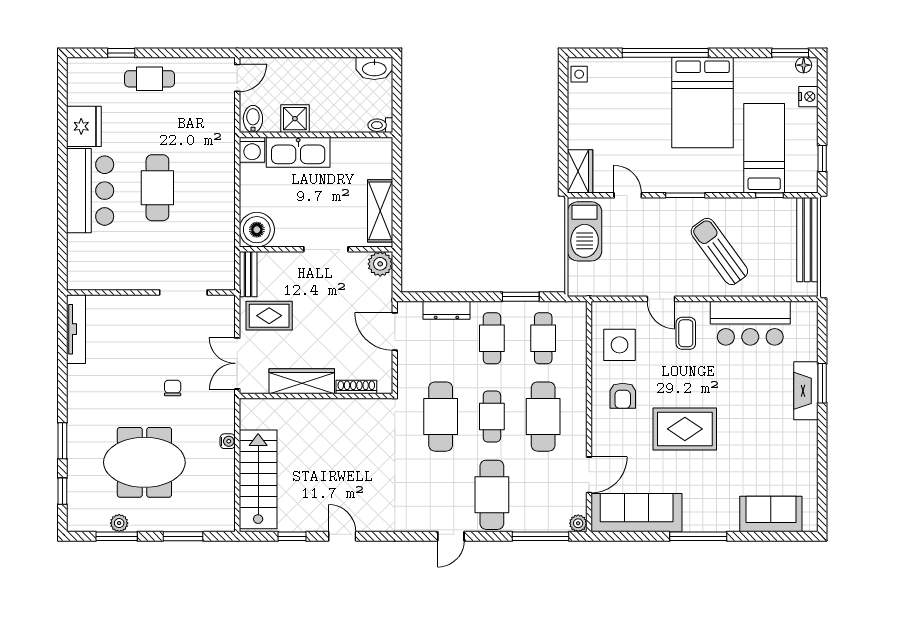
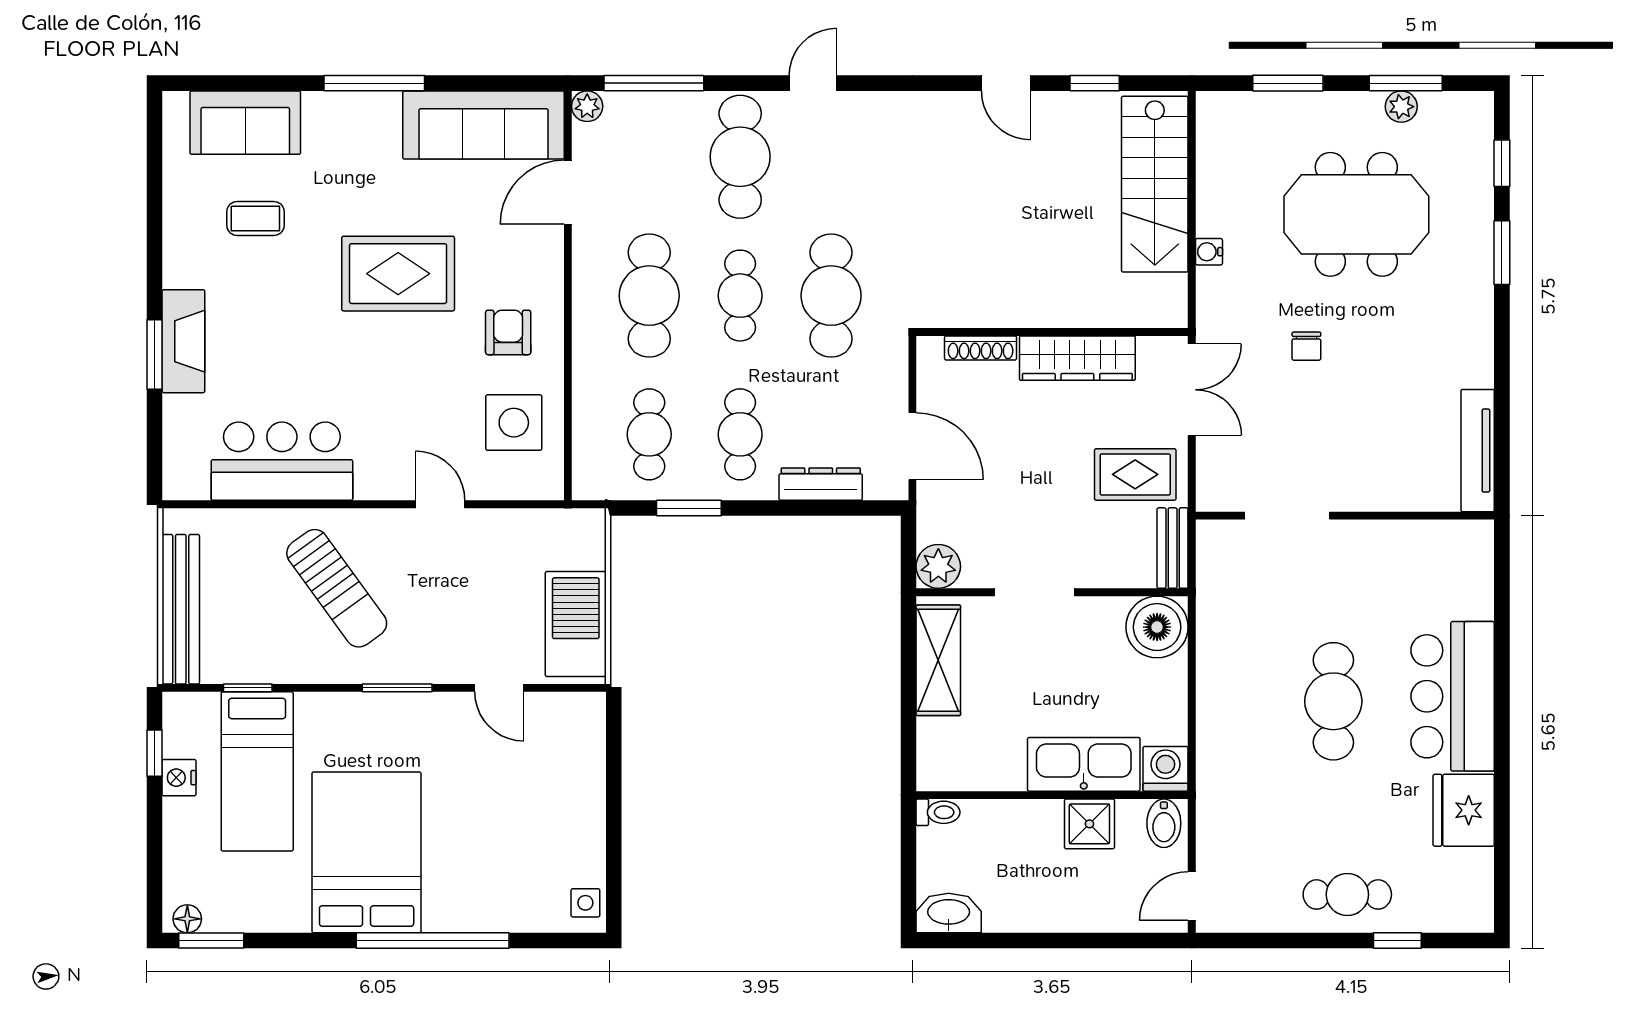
nightstand: (808, 97) -> (179, 778), moved
wardrobe: (580, 171) -> (584, 730), removed
coffee table: (686, 333) -> (255, 219), moved, turned 90

